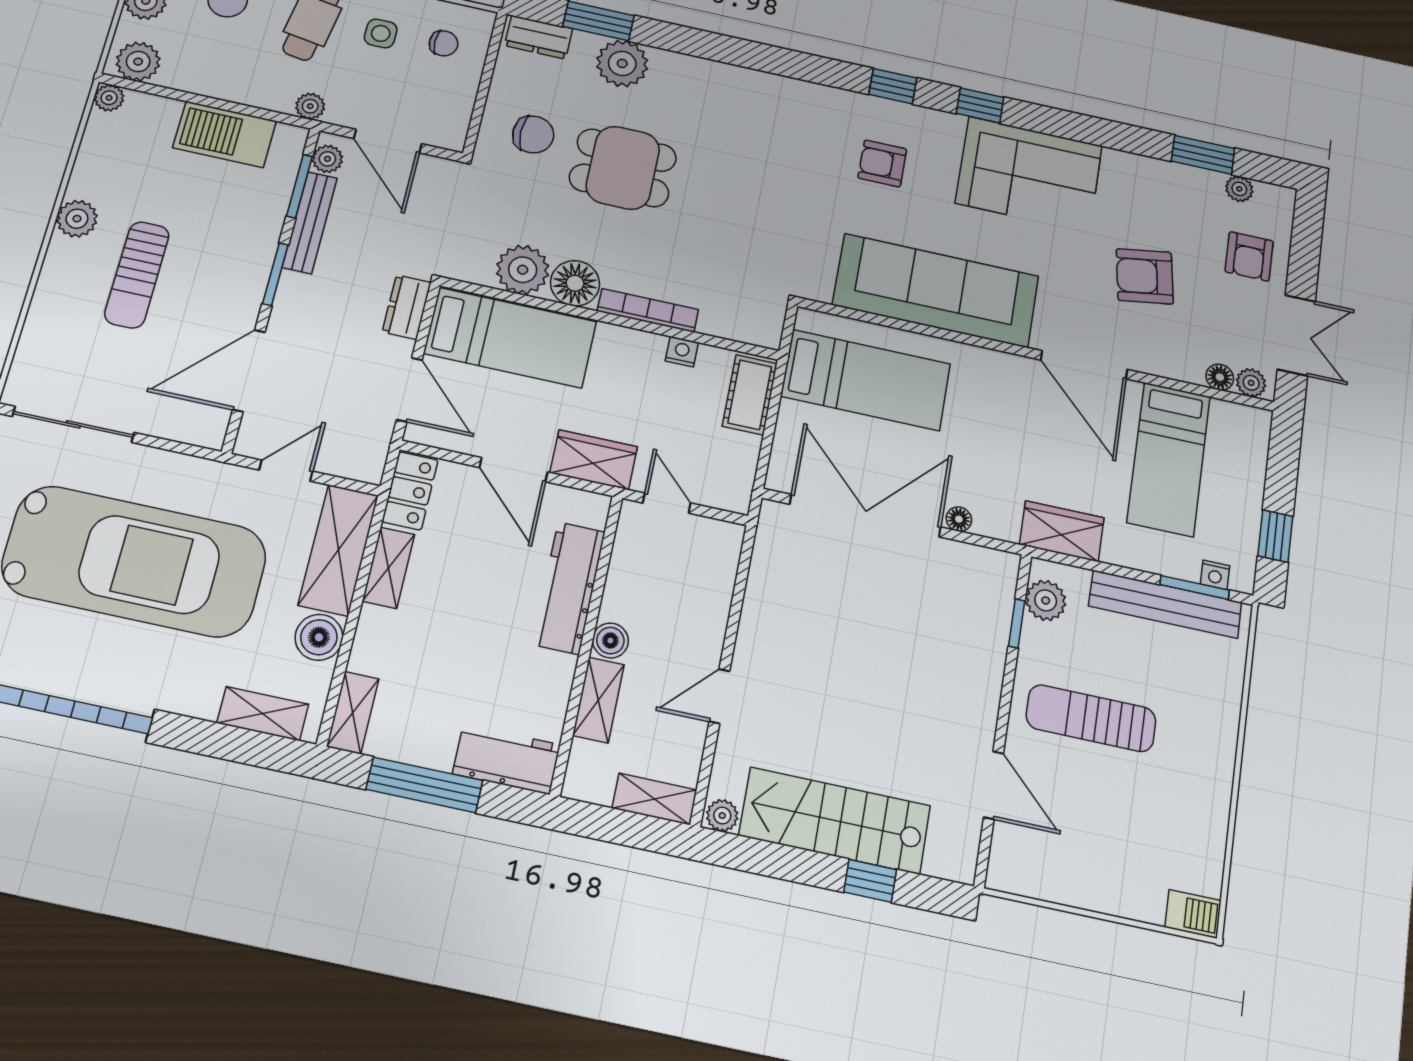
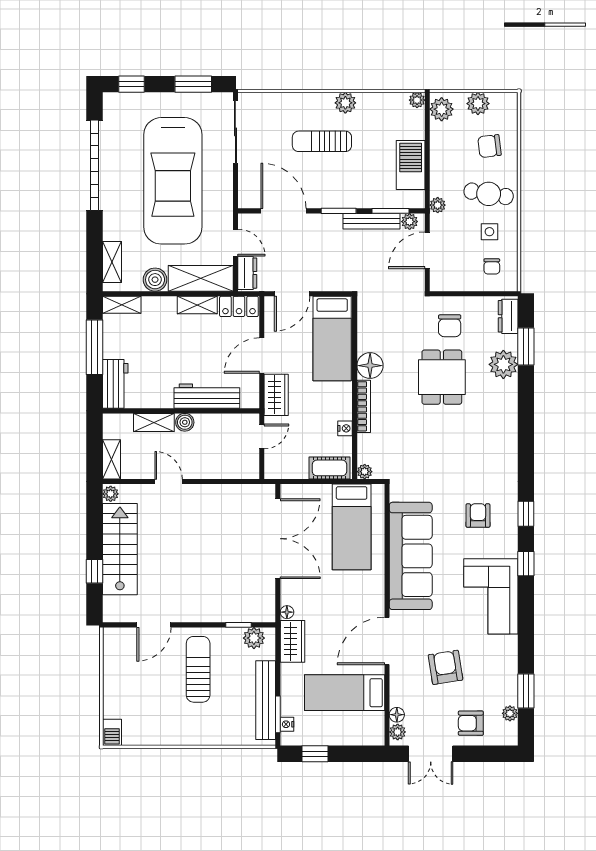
plant: (523, 270) -> (365, 472), moved, width x0.53, depth x0.53
dresser: (407, 307) -> (247, 273), moved, turned 90
floor lamp: (959, 519) -> (287, 612), moved

